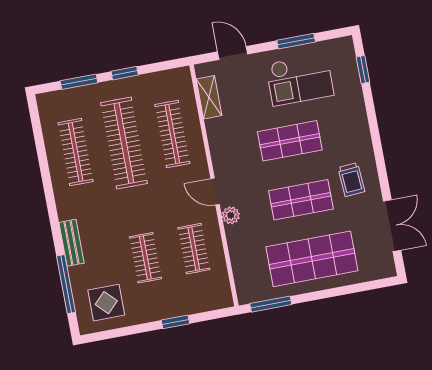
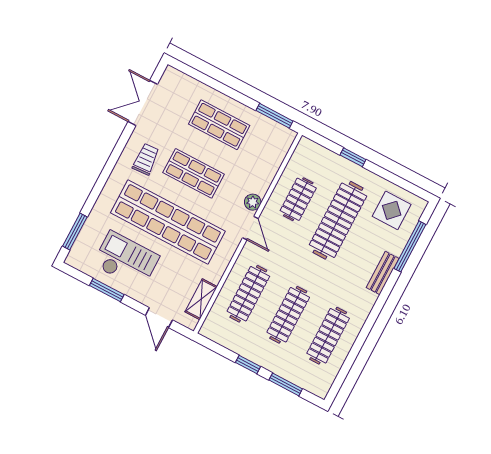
window: (363, 70) -> (75, 232), width x1.50
shop shelf: (290, 141) -> (168, 222), width x2.00, depth x1.36
clothes rail: (124, 143) -> (288, 315), width x0.73, depth x0.76
clothes rail: (145, 258) -> (338, 220), width x1.86, depth x1.31
shop shelf: (312, 259) -> (219, 125), width x0.70, depth x0.74

